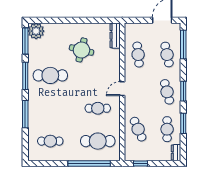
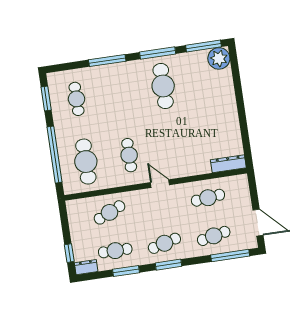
round table: (81, 50) -> (203, 122), removed
window: (47, 163) -> (46, 98), added
window: (141, 163) -> (69, 253), moved

